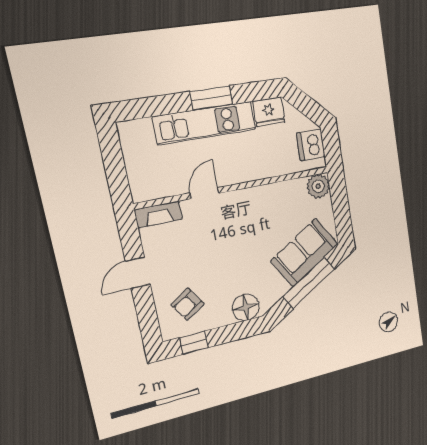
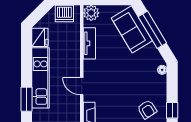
window: (211, 98) -> (27, 99), moved
tv unit: (273, 192) -> (89, 43), added
floor lamp: (246, 307) -> (162, 70), width x0.53, depth x0.53

